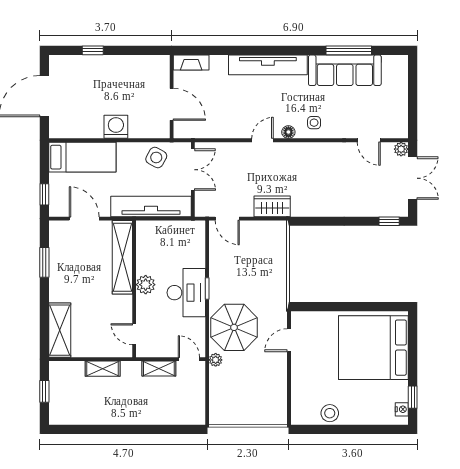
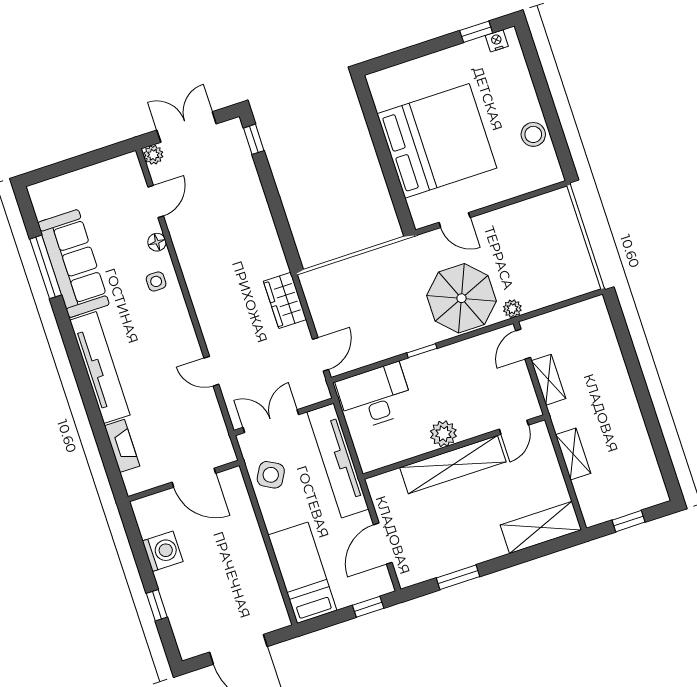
fireplace: (191, 62) -> (122, 446), moved
door: (172, 104) -> (194, 478), swing flipped
washing machine: (116, 127) -> (163, 551), moved, turned 180
floor lamp: (288, 132) -> (157, 242), moved
door: (263, 140) -> (211, 371), moved
shelving: (122, 257) -> (453, 465), moved
desk: (186, 293) -> (375, 397), moved
bed: (373, 348) -> (437, 141), moved, turned -90

